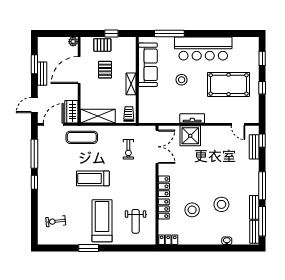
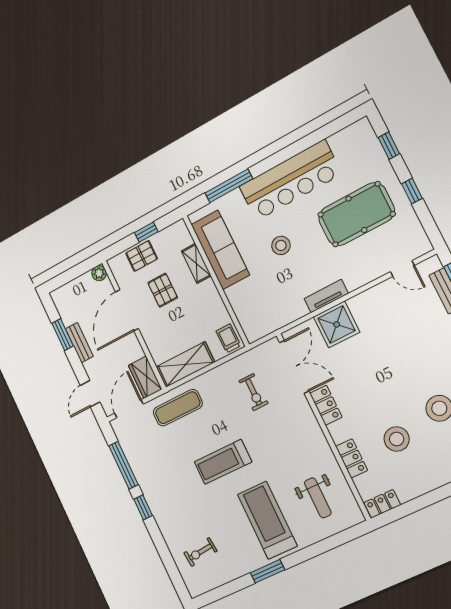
shelving: (131, 84) -> (196, 263), moved
locker: (164, 186) -> (326, 405), moved

